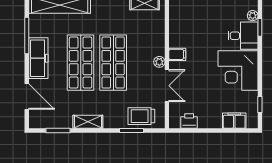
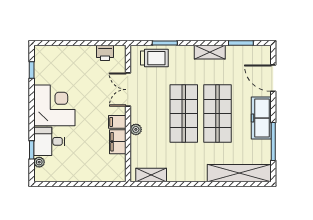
plant: (159, 62) -> (136, 129), moved
filing cabinet: (234, 121) -> (118, 142), moved, turned 90

